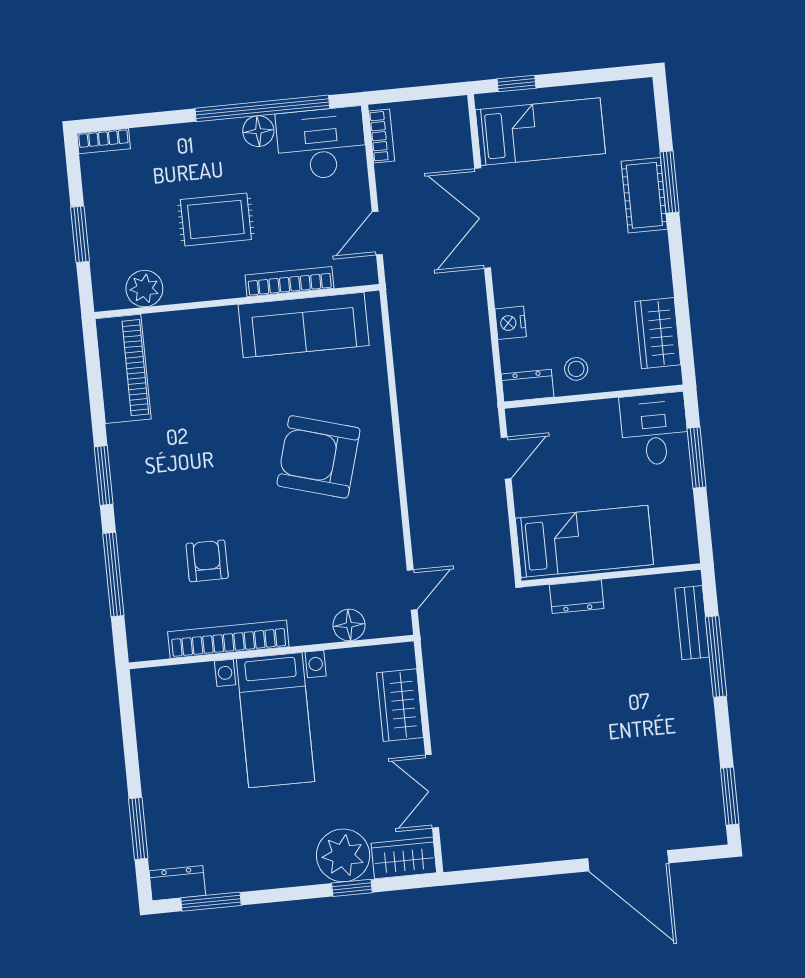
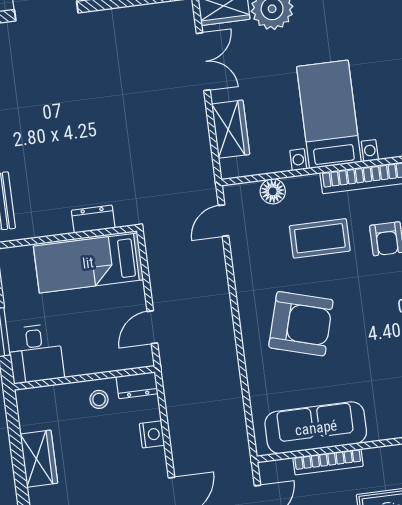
wardrobe: (658, 333) -> (39, 459), moved
coffee table: (291, 564) -> (320, 238), added

